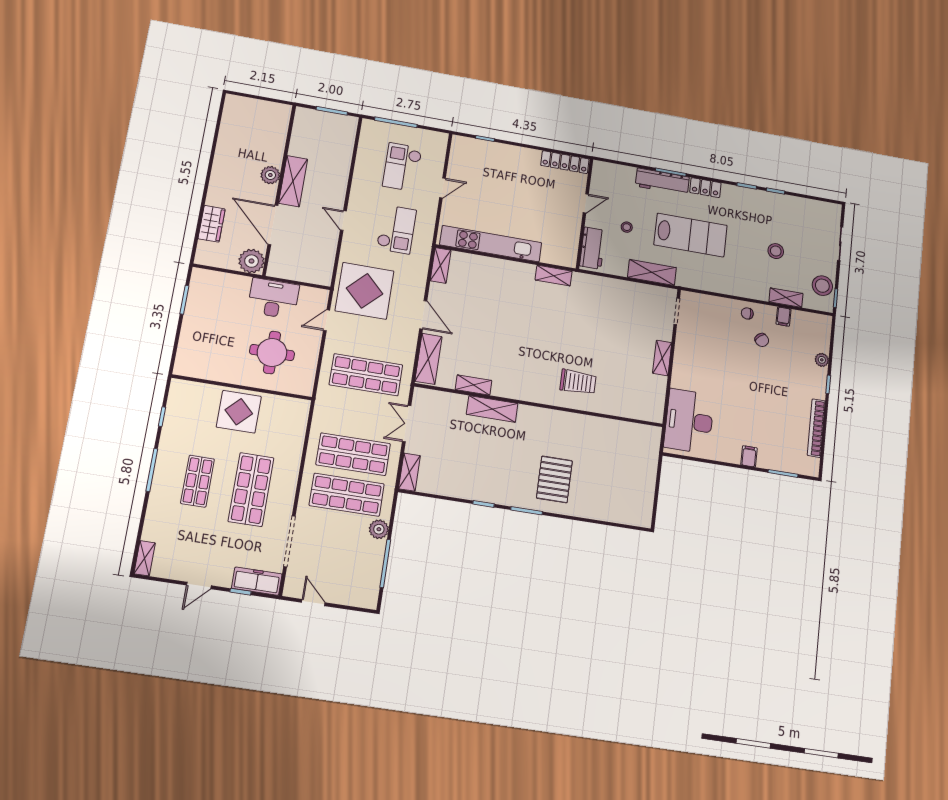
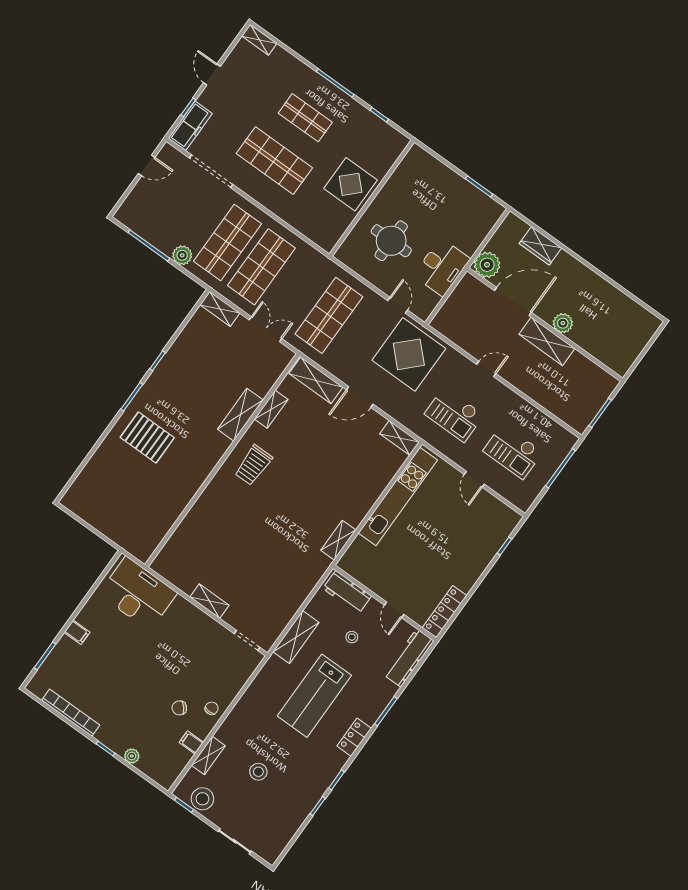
checkout: (402, 167) -> (513, 451), turned 180
workbench: (662, 182) -> (409, 658), moved
trolley: (578, 382) -> (253, 465), moved

